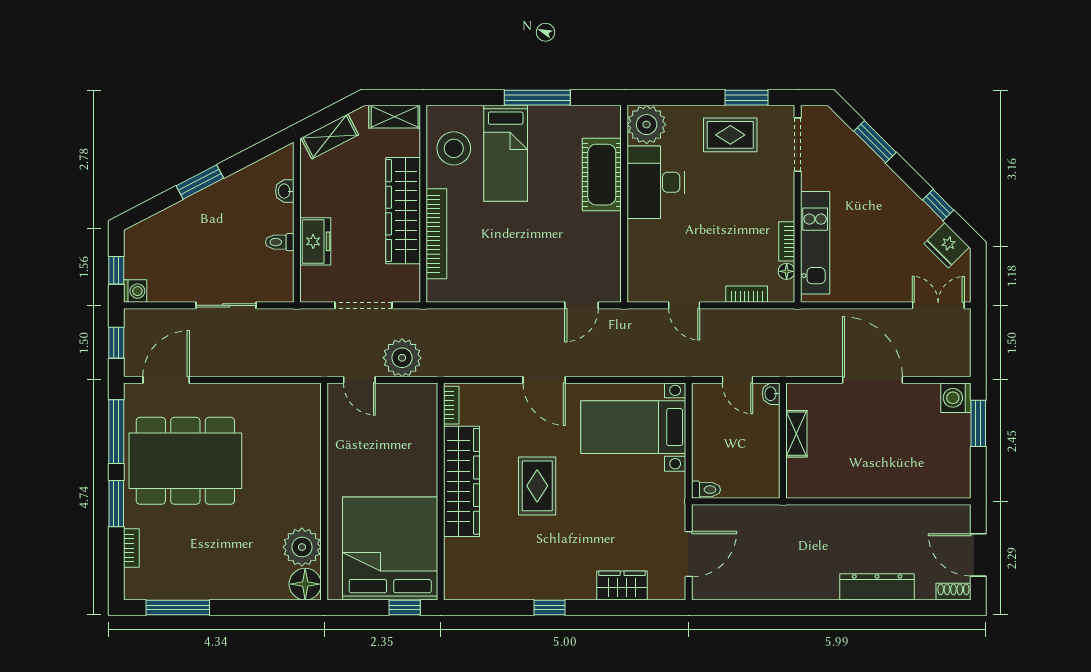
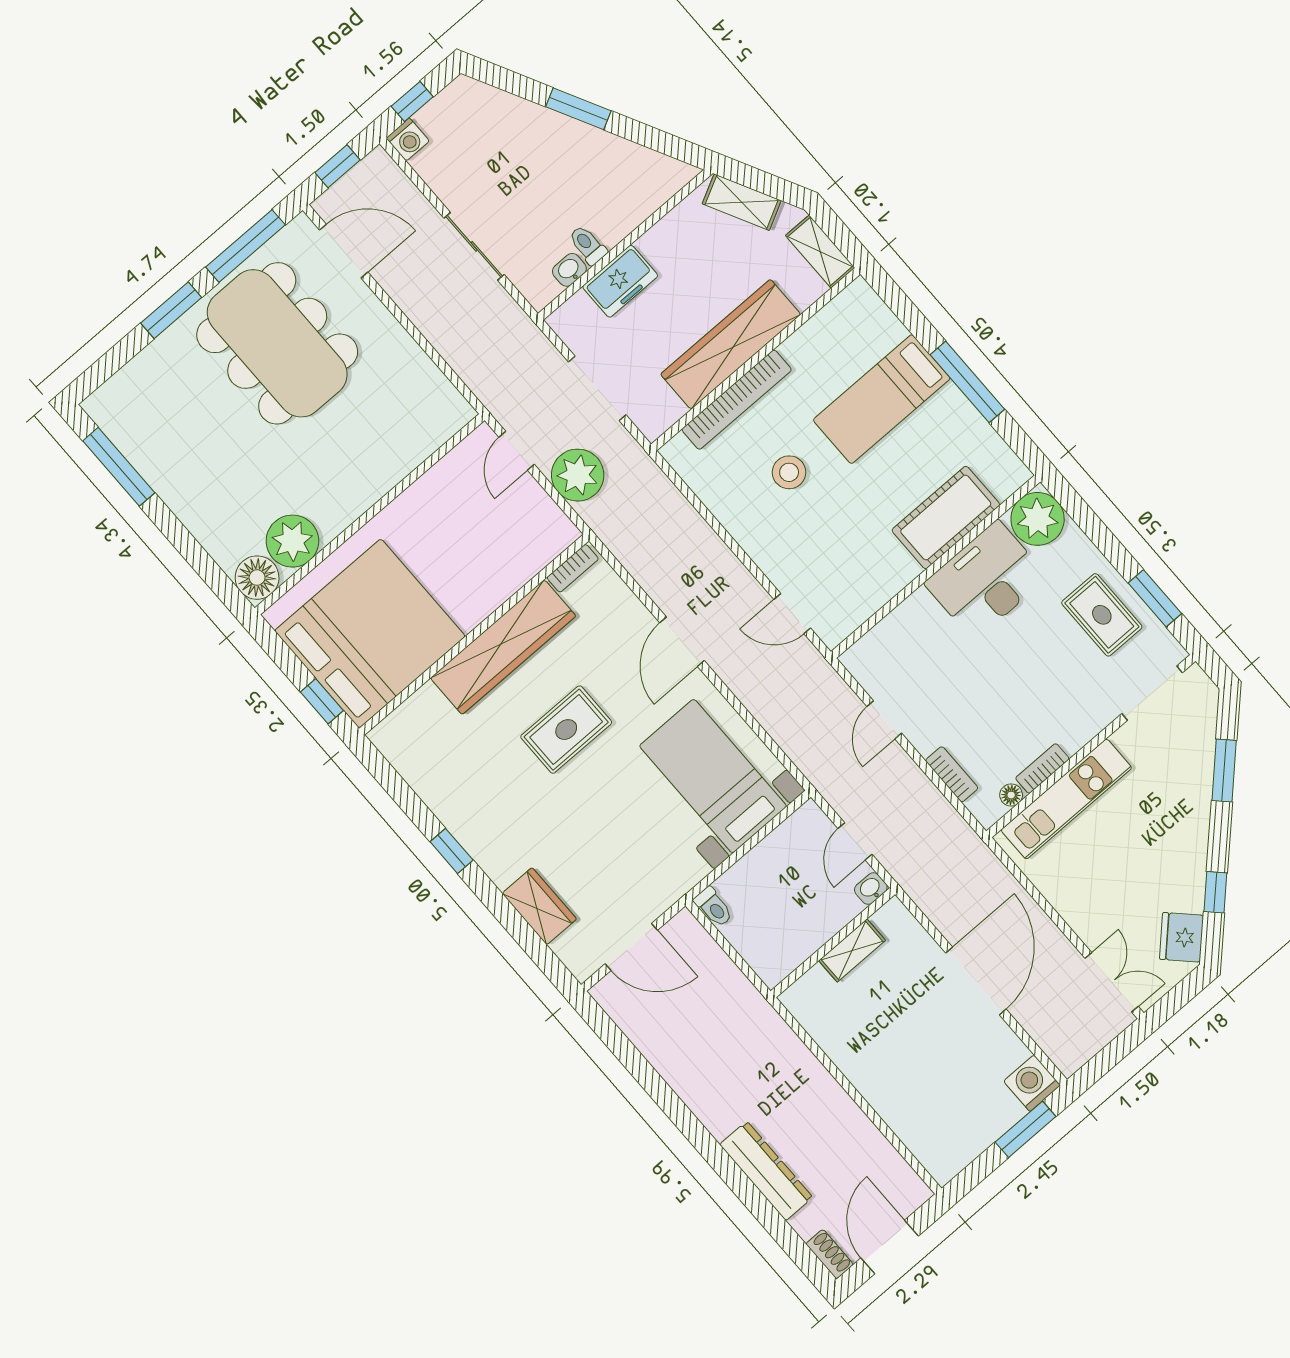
stool: (454, 148) -> (789, 472), moved, width x0.73, depth x0.73
washbasin: (285, 191) -> (569, 270), moved
bookcase: (131, 548) -> (139, 366), removed

